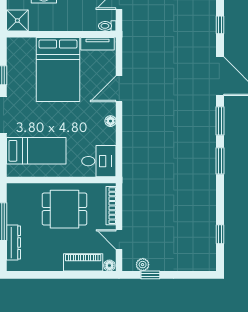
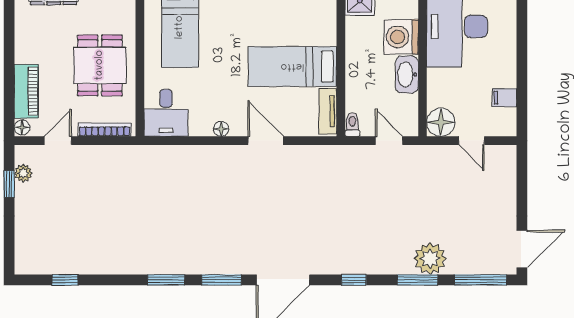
bed: (58, 69) -> (292, 66), width x0.67

